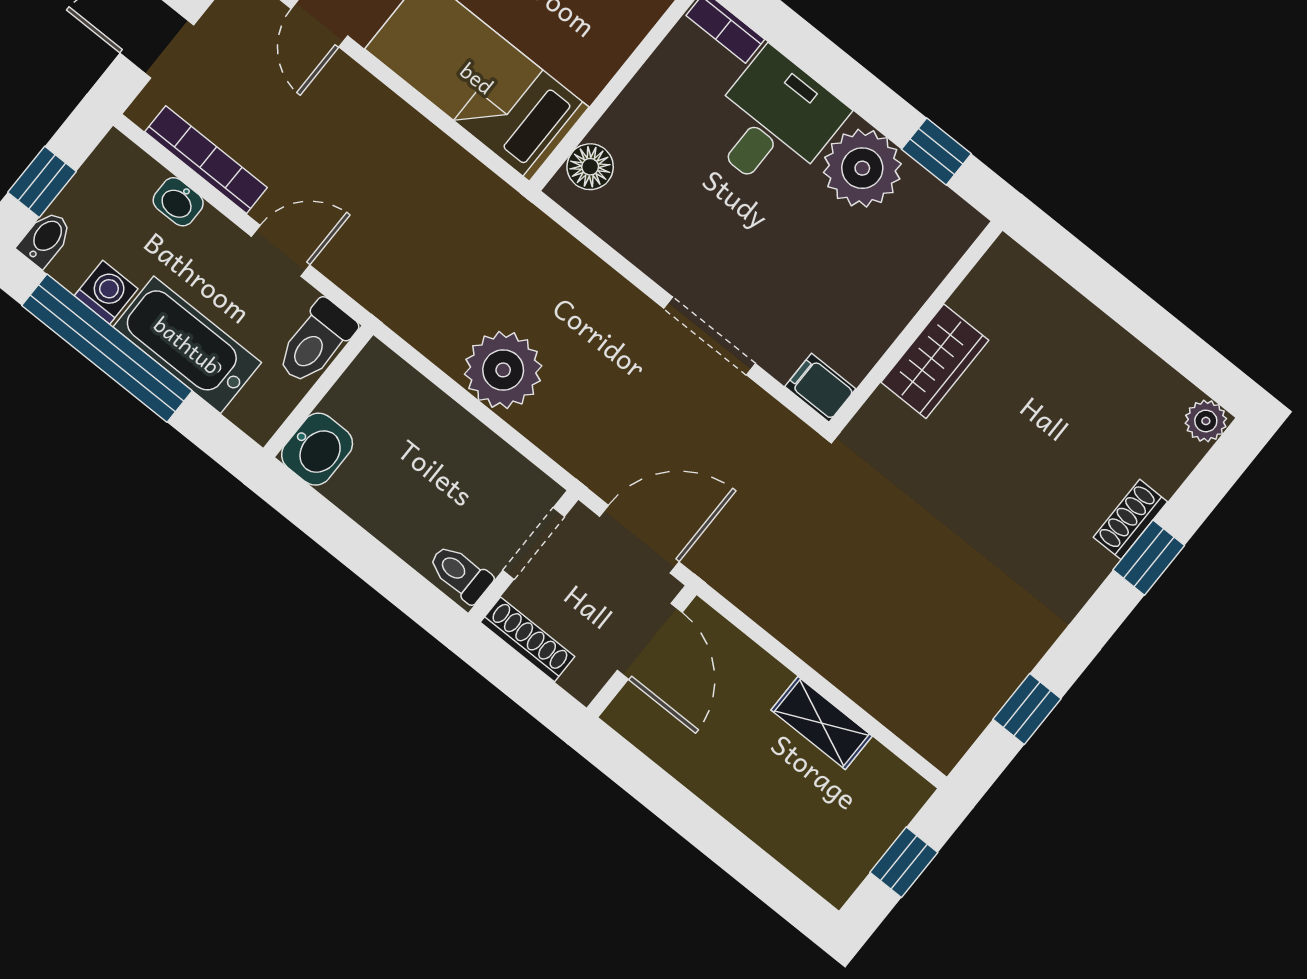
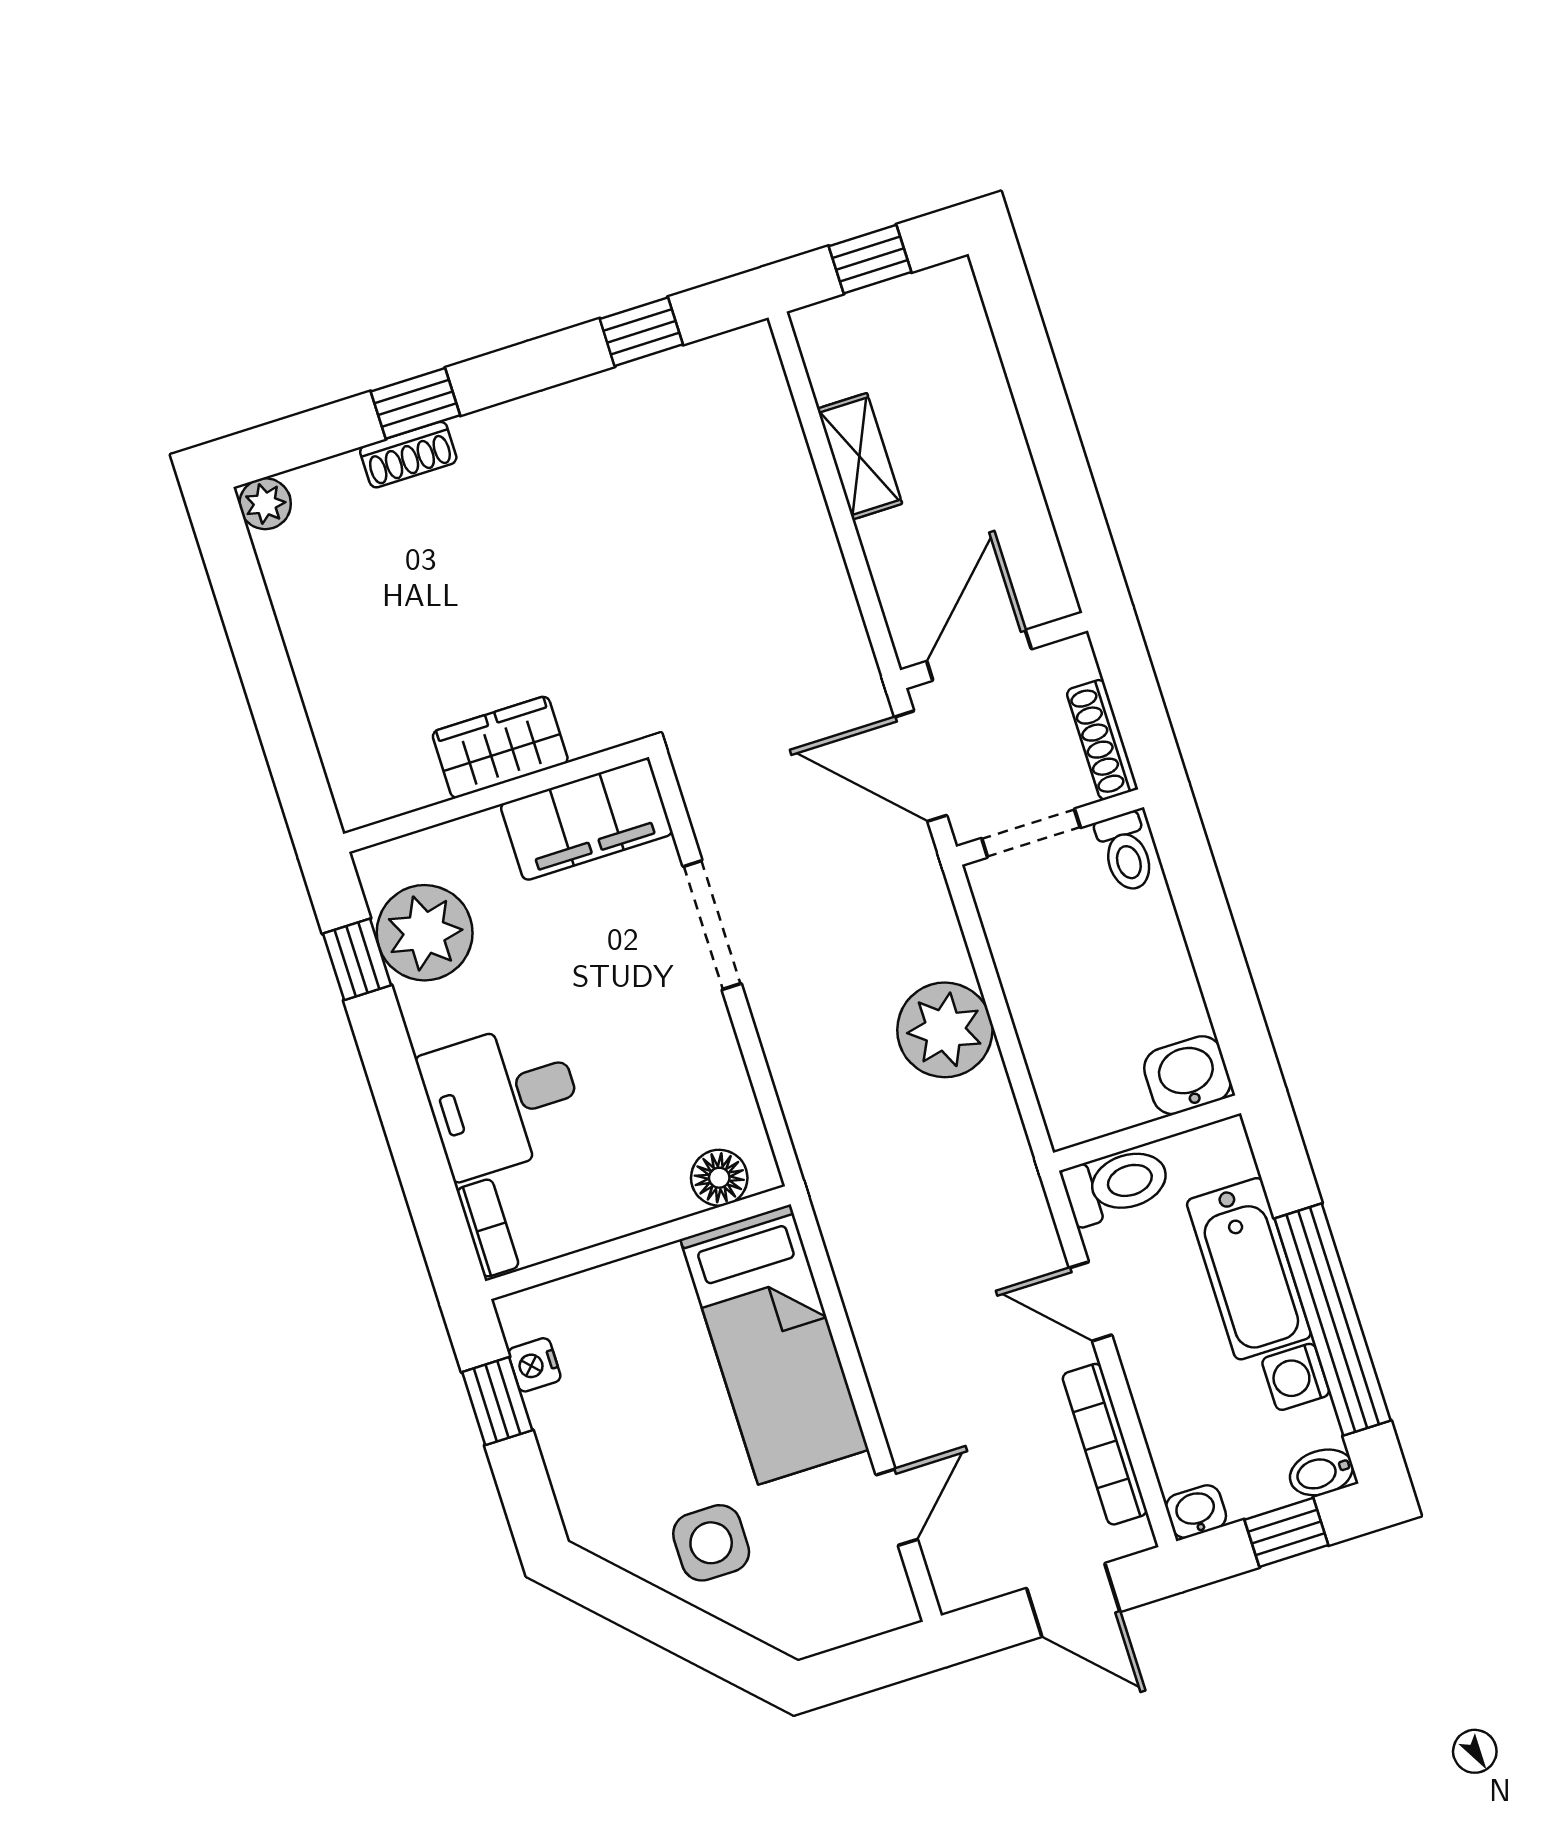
plant: (862, 168) -> (425, 933), moved
washbasin: (178, 202) -> (1196, 1512), moved, turned -90
filing cabinet: (820, 388) -> (586, 819), width x3.00, depth x1.17

